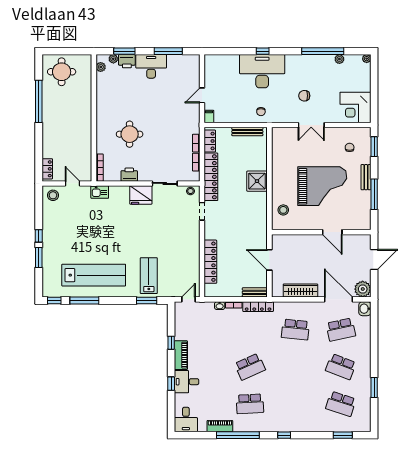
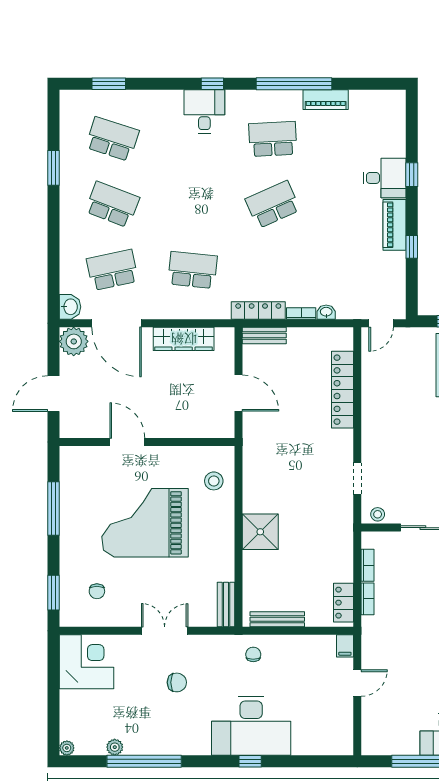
locker: (211, 177) -> (341, 539), removed
bench: (366, 177) -> (226, 604), moved
desk: (186, 419) -> (204, 111), moved

